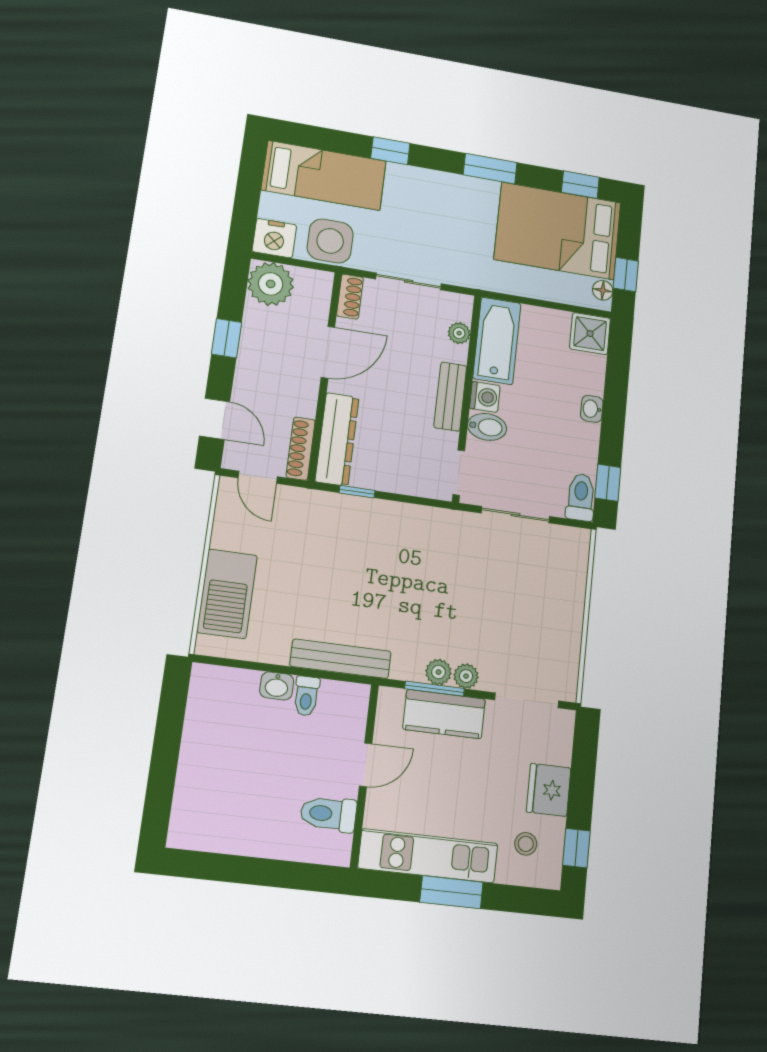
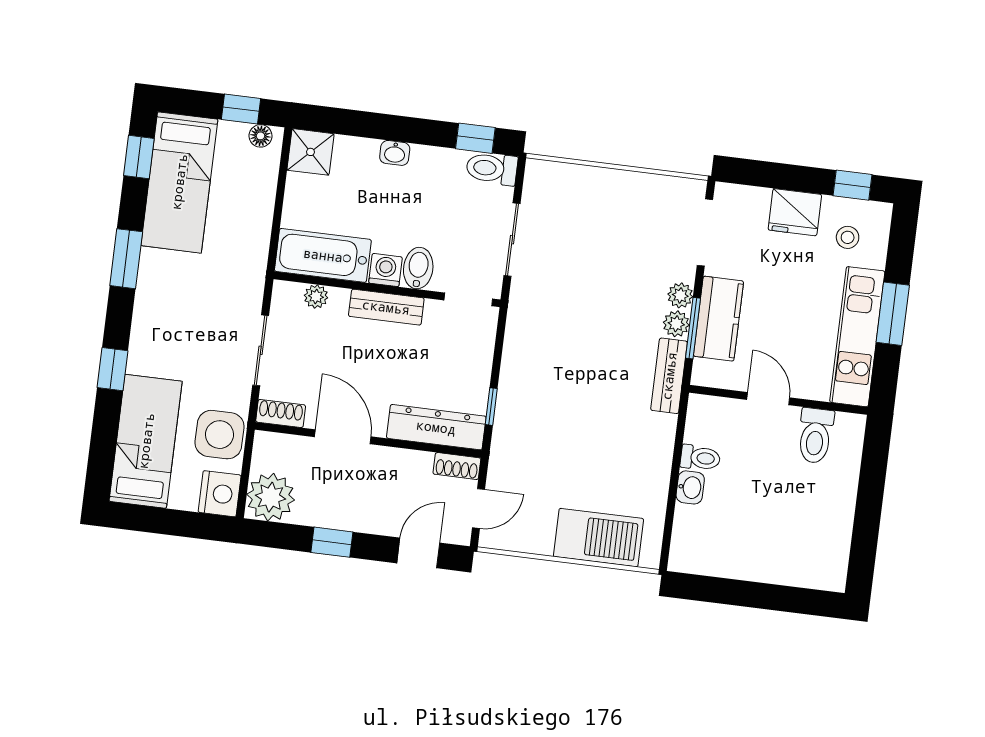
bed: (558, 231) -> (179, 182), width x0.67
shoe rack: (301, 449) -> (457, 466), width x0.70
bench: (341, 659) -> (669, 376), moved, width x0.73

